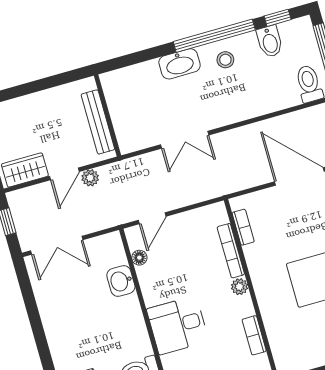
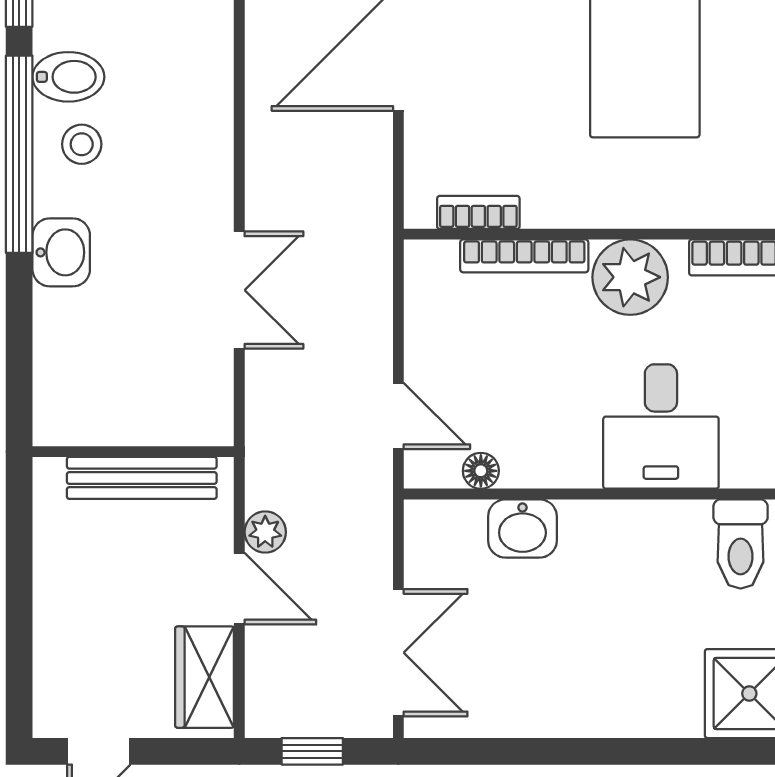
bidet: (270, 41) -> (68, 77), moved
washbasin: (180, 64) -> (61, 252), width x0.72
plant: (239, 287) -> (630, 277), width x1.88, depth x1.88

